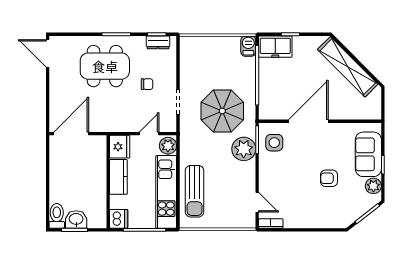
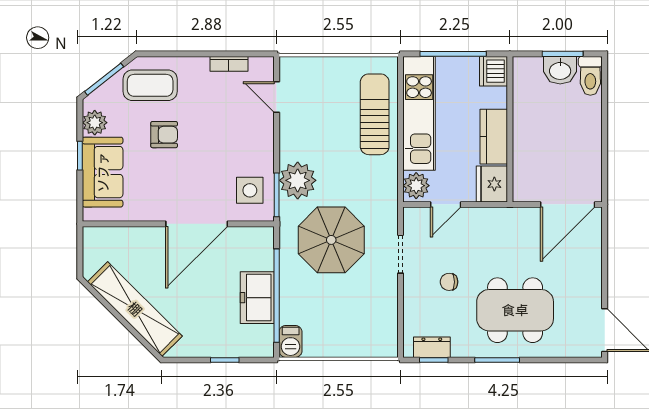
freezer: (275, 47) -> (257, 298), moved, turned -90
coffee table: (338, 210) -> (150, 85), added
bookcase: (271, 223) -> (229, 64), moved

